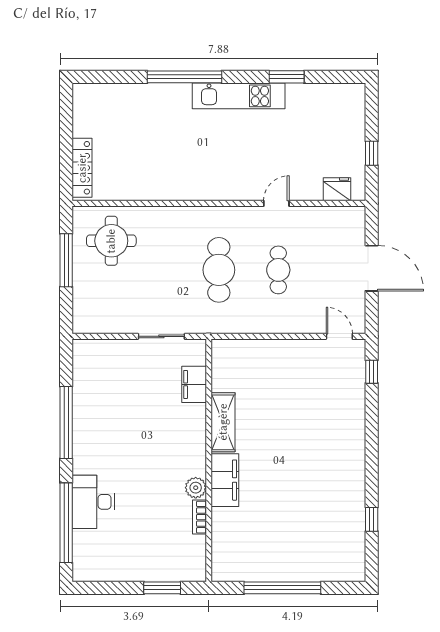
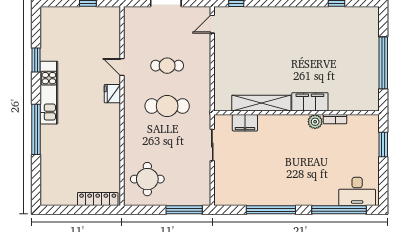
fridge: (337, 189) -> (112, 94), moved
window: (66, 260) -> (184, 210), moved
shelving: (223, 422) -> (261, 103), width x1.47
desk: (93, 502) -> (357, 191), moved

